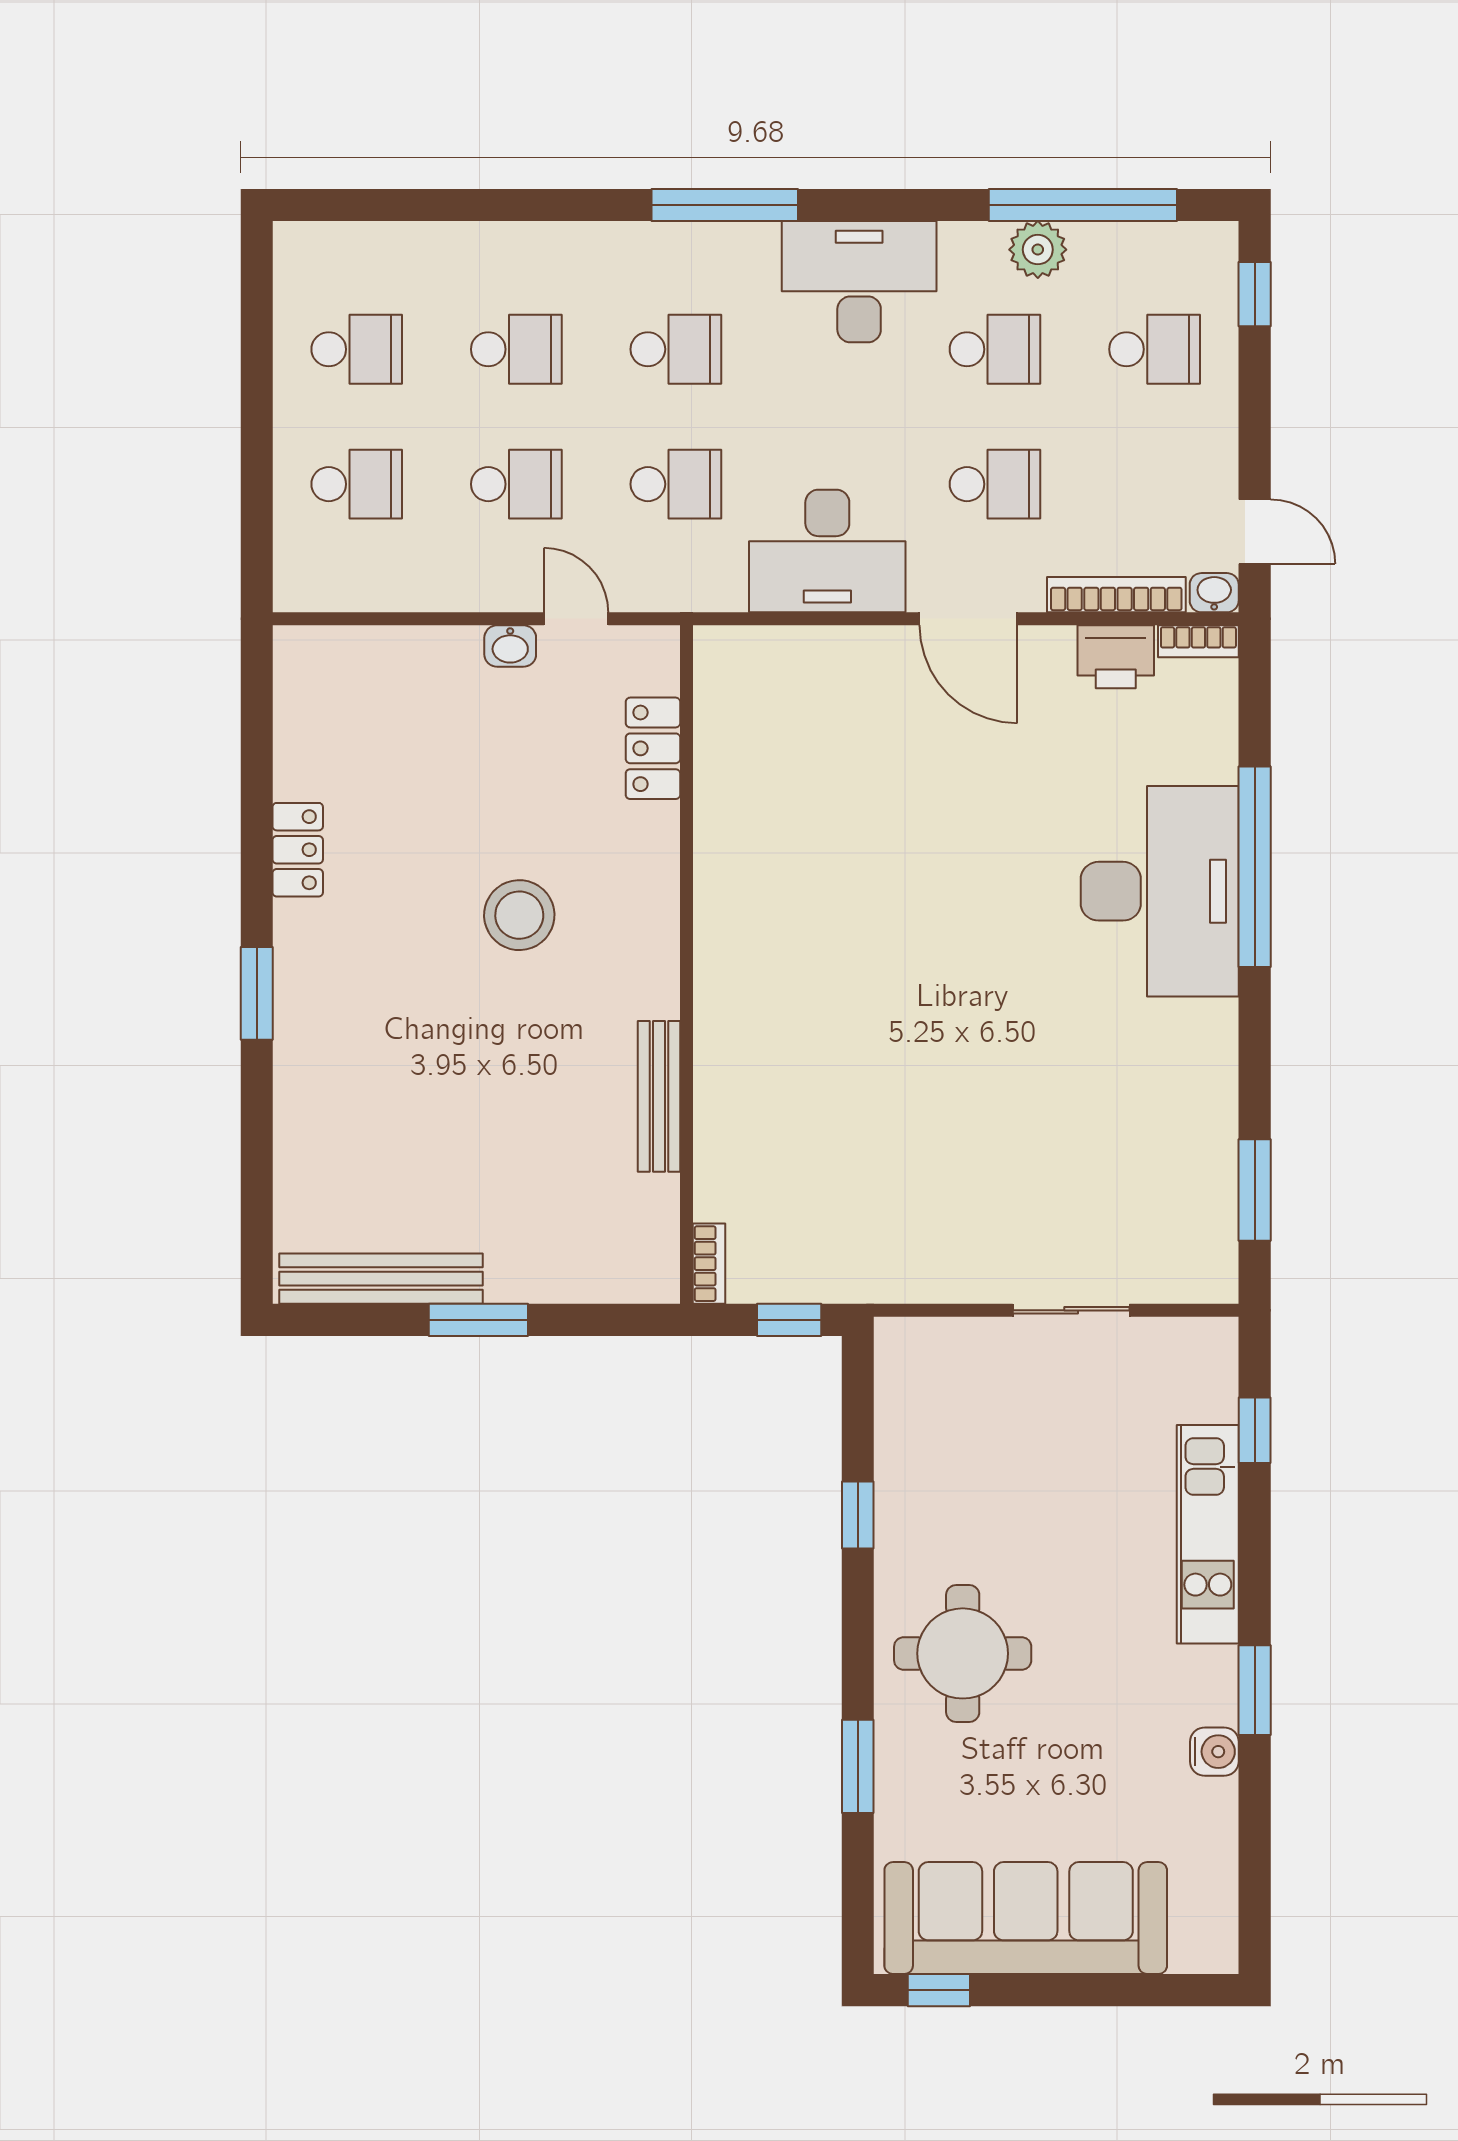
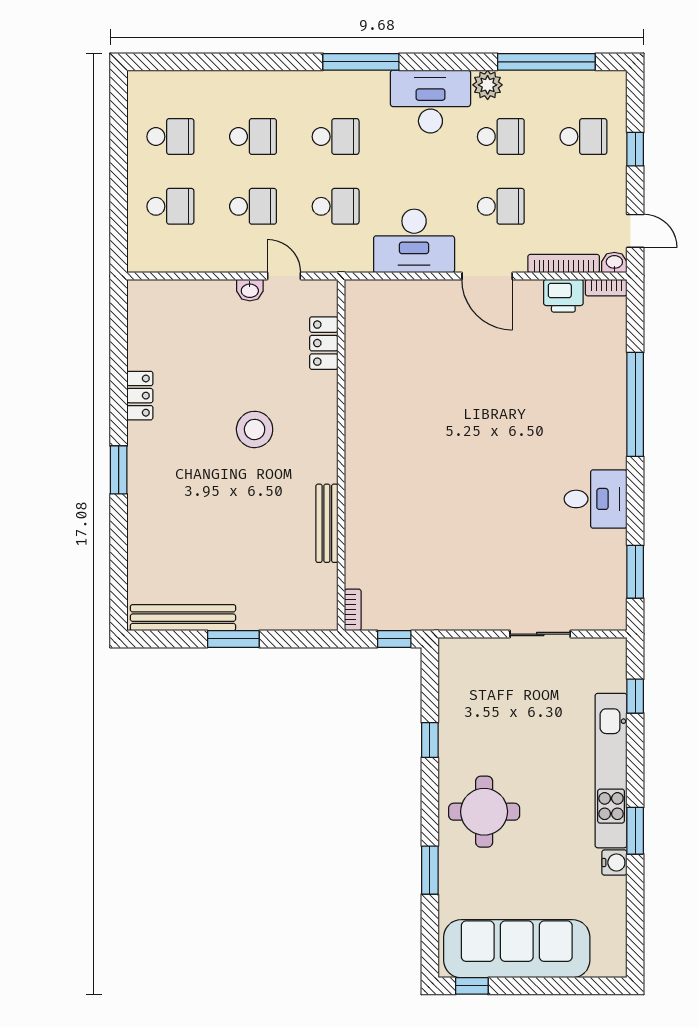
plant: (1038, 250) -> (488, 85), moved
window: (1255, 294) -> (635, 149), moved
desk: (1160, 891) -> (596, 499), moved, width x0.53, depth x0.77
kitchen unit: (1208, 1534) -> (611, 771), width x1.36

